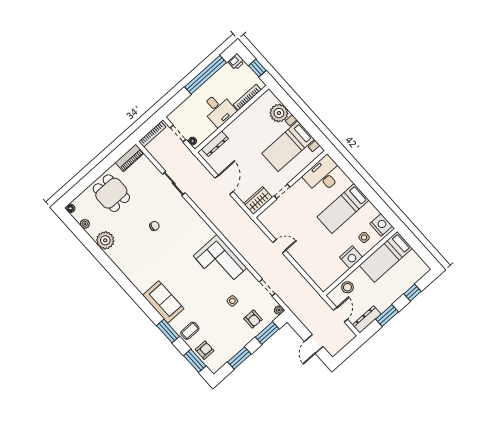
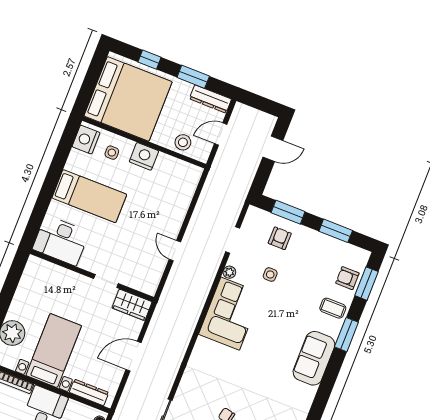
bed with nightstands: (288, 146) -> (54, 351), moved, turned -90
bed: (386, 257) -> (128, 99), width x2.04
plant: (279, 310) -> (229, 272), moved

